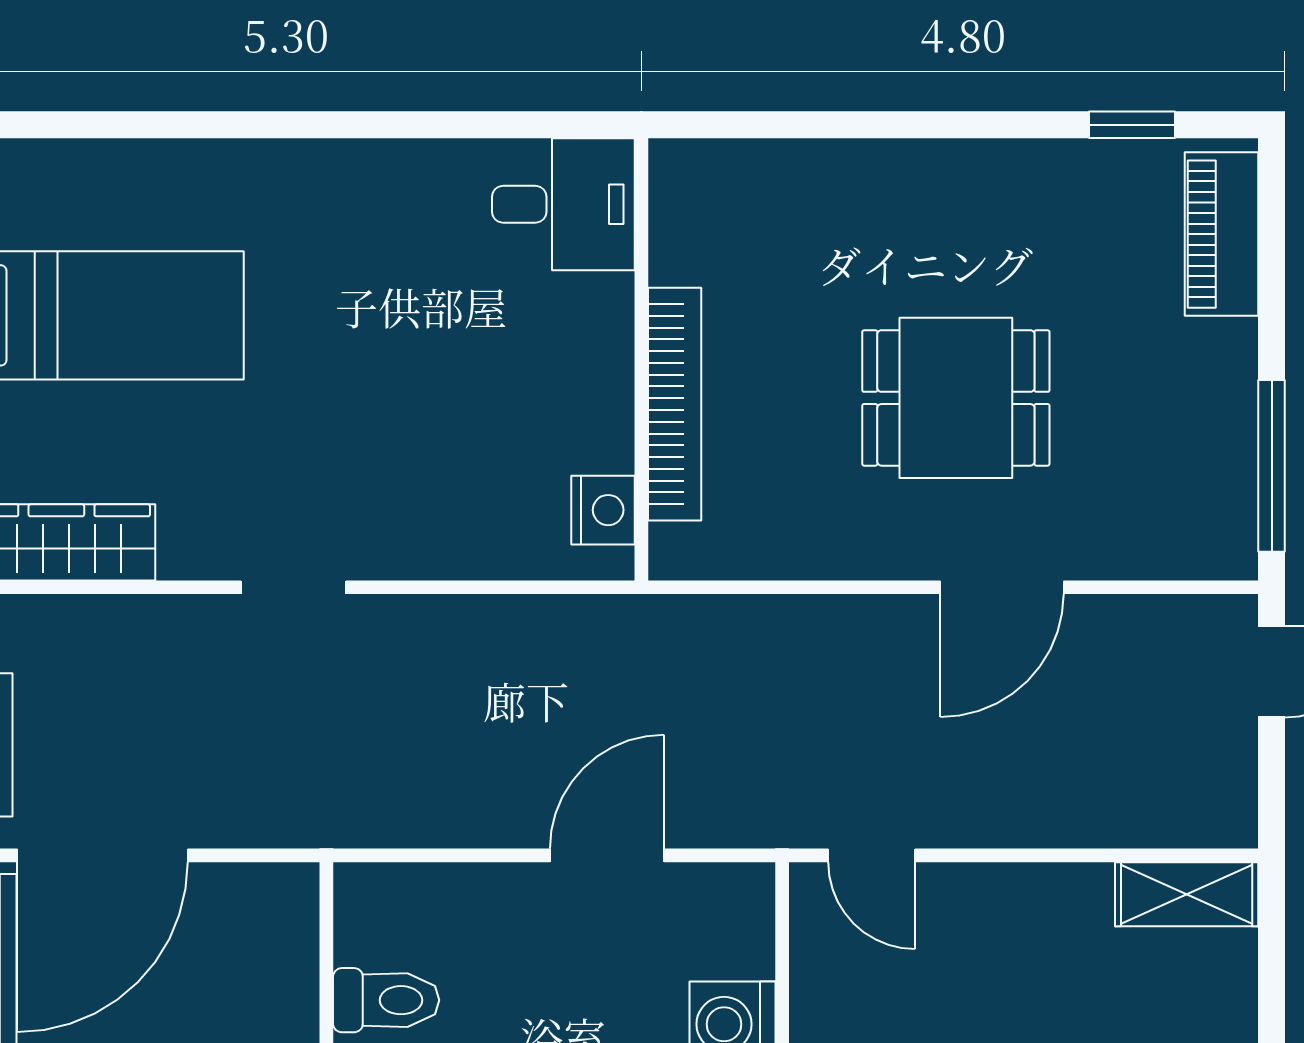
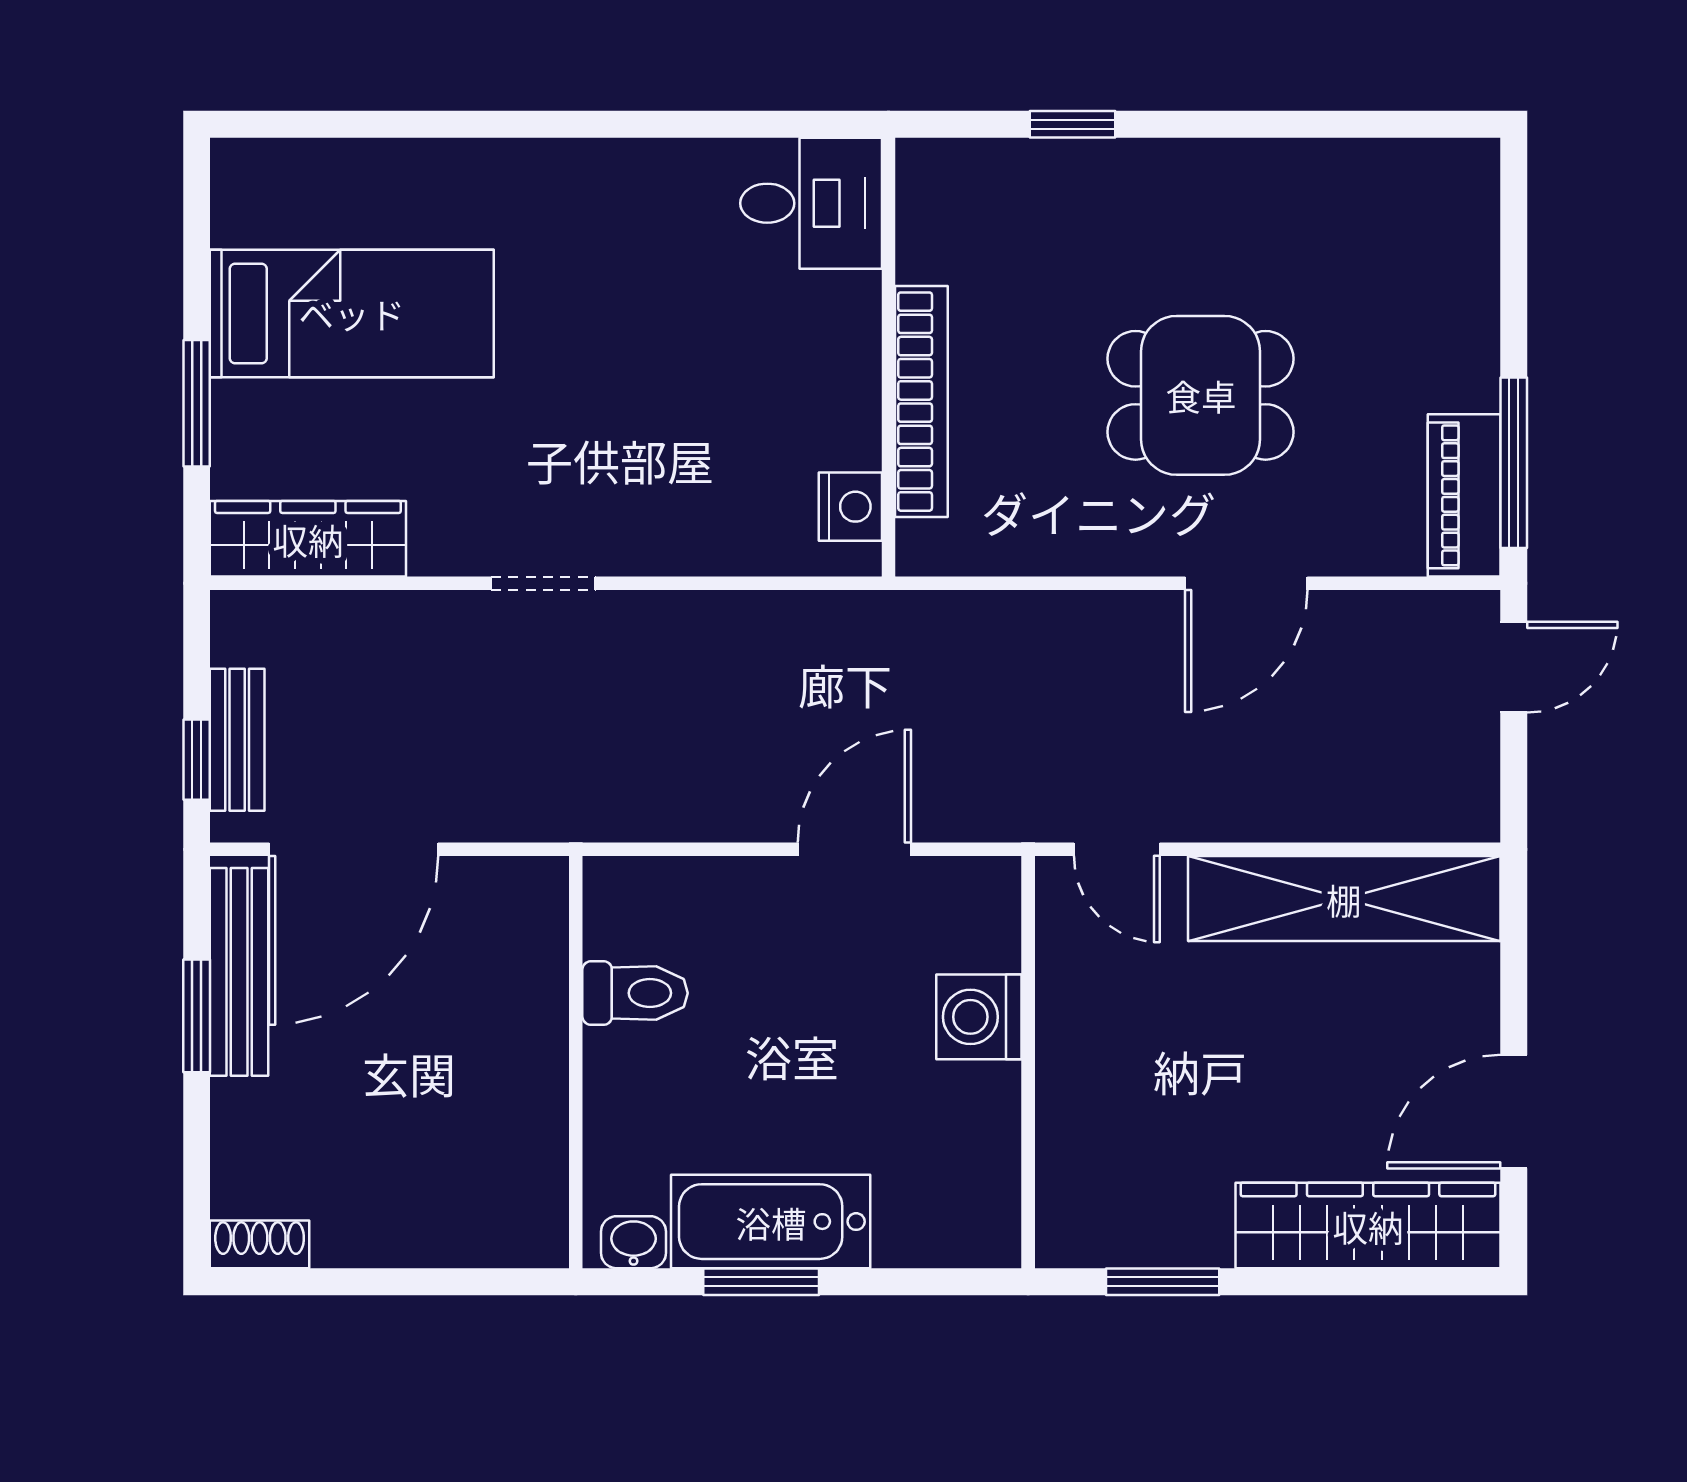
window: (1132, 125) -> (1073, 124), moved
piano: (1222, 234) -> (1464, 495), moved
shelving: (1187, 894) -> (1344, 899), width x2.20, depth x1.33

